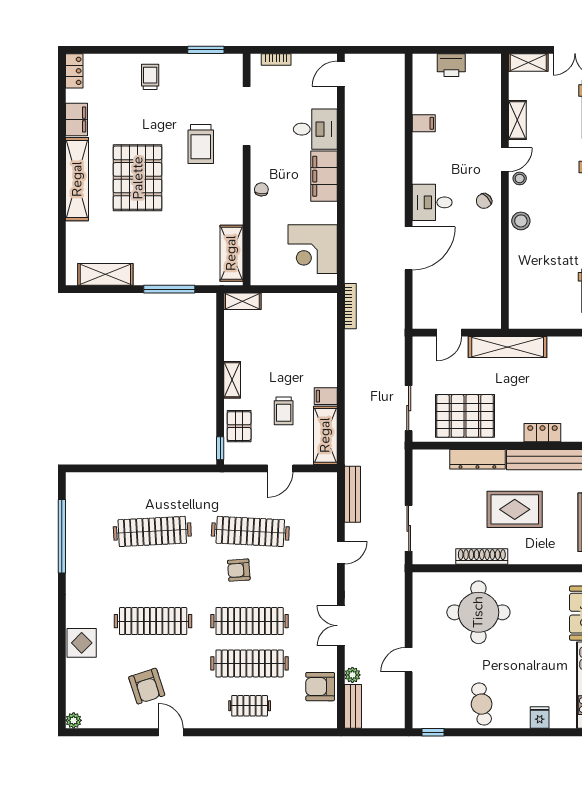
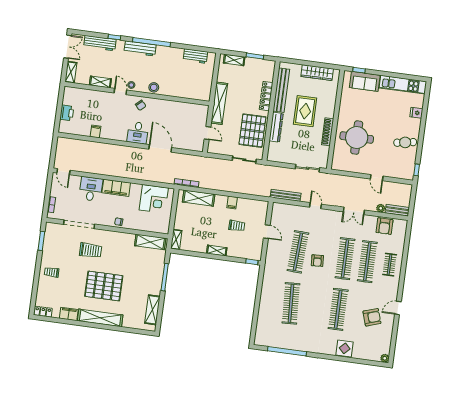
pallet: (239, 426) -> (242, 250), removed
locker: (542, 433) -> (266, 96), width x1.53
shelving: (325, 435) -> (199, 198), moved

